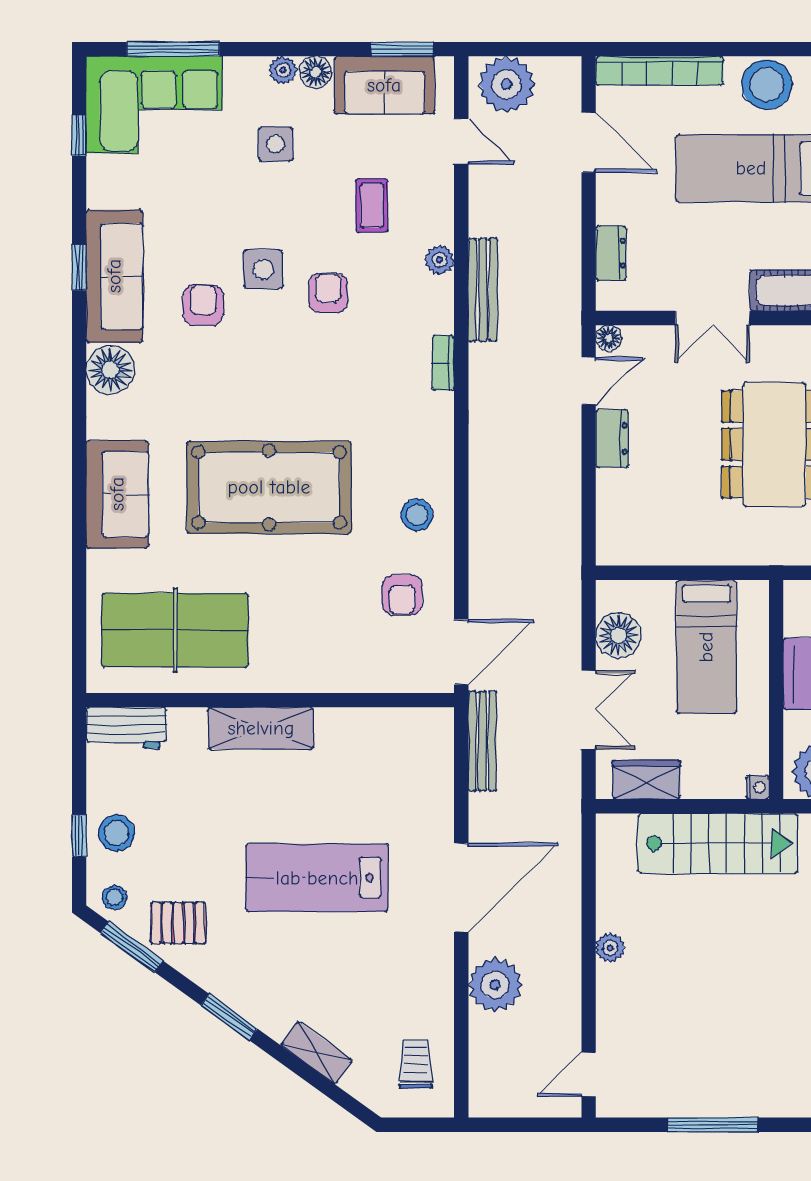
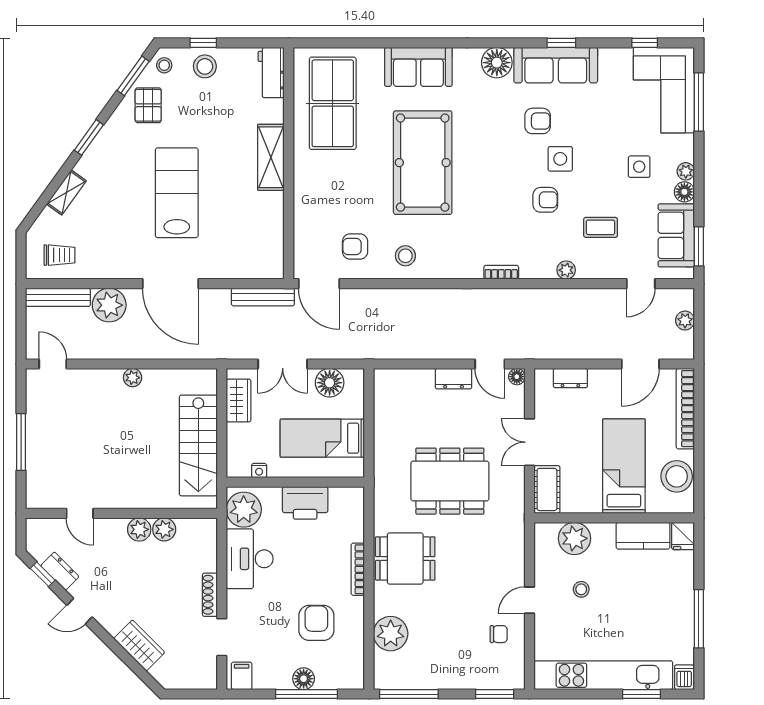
plant: (507, 84) -> (685, 321), width x0.53, depth x0.53
bench: (483, 290) -> (58, 297), moved
nightstand: (758, 787) -> (259, 471), moved

